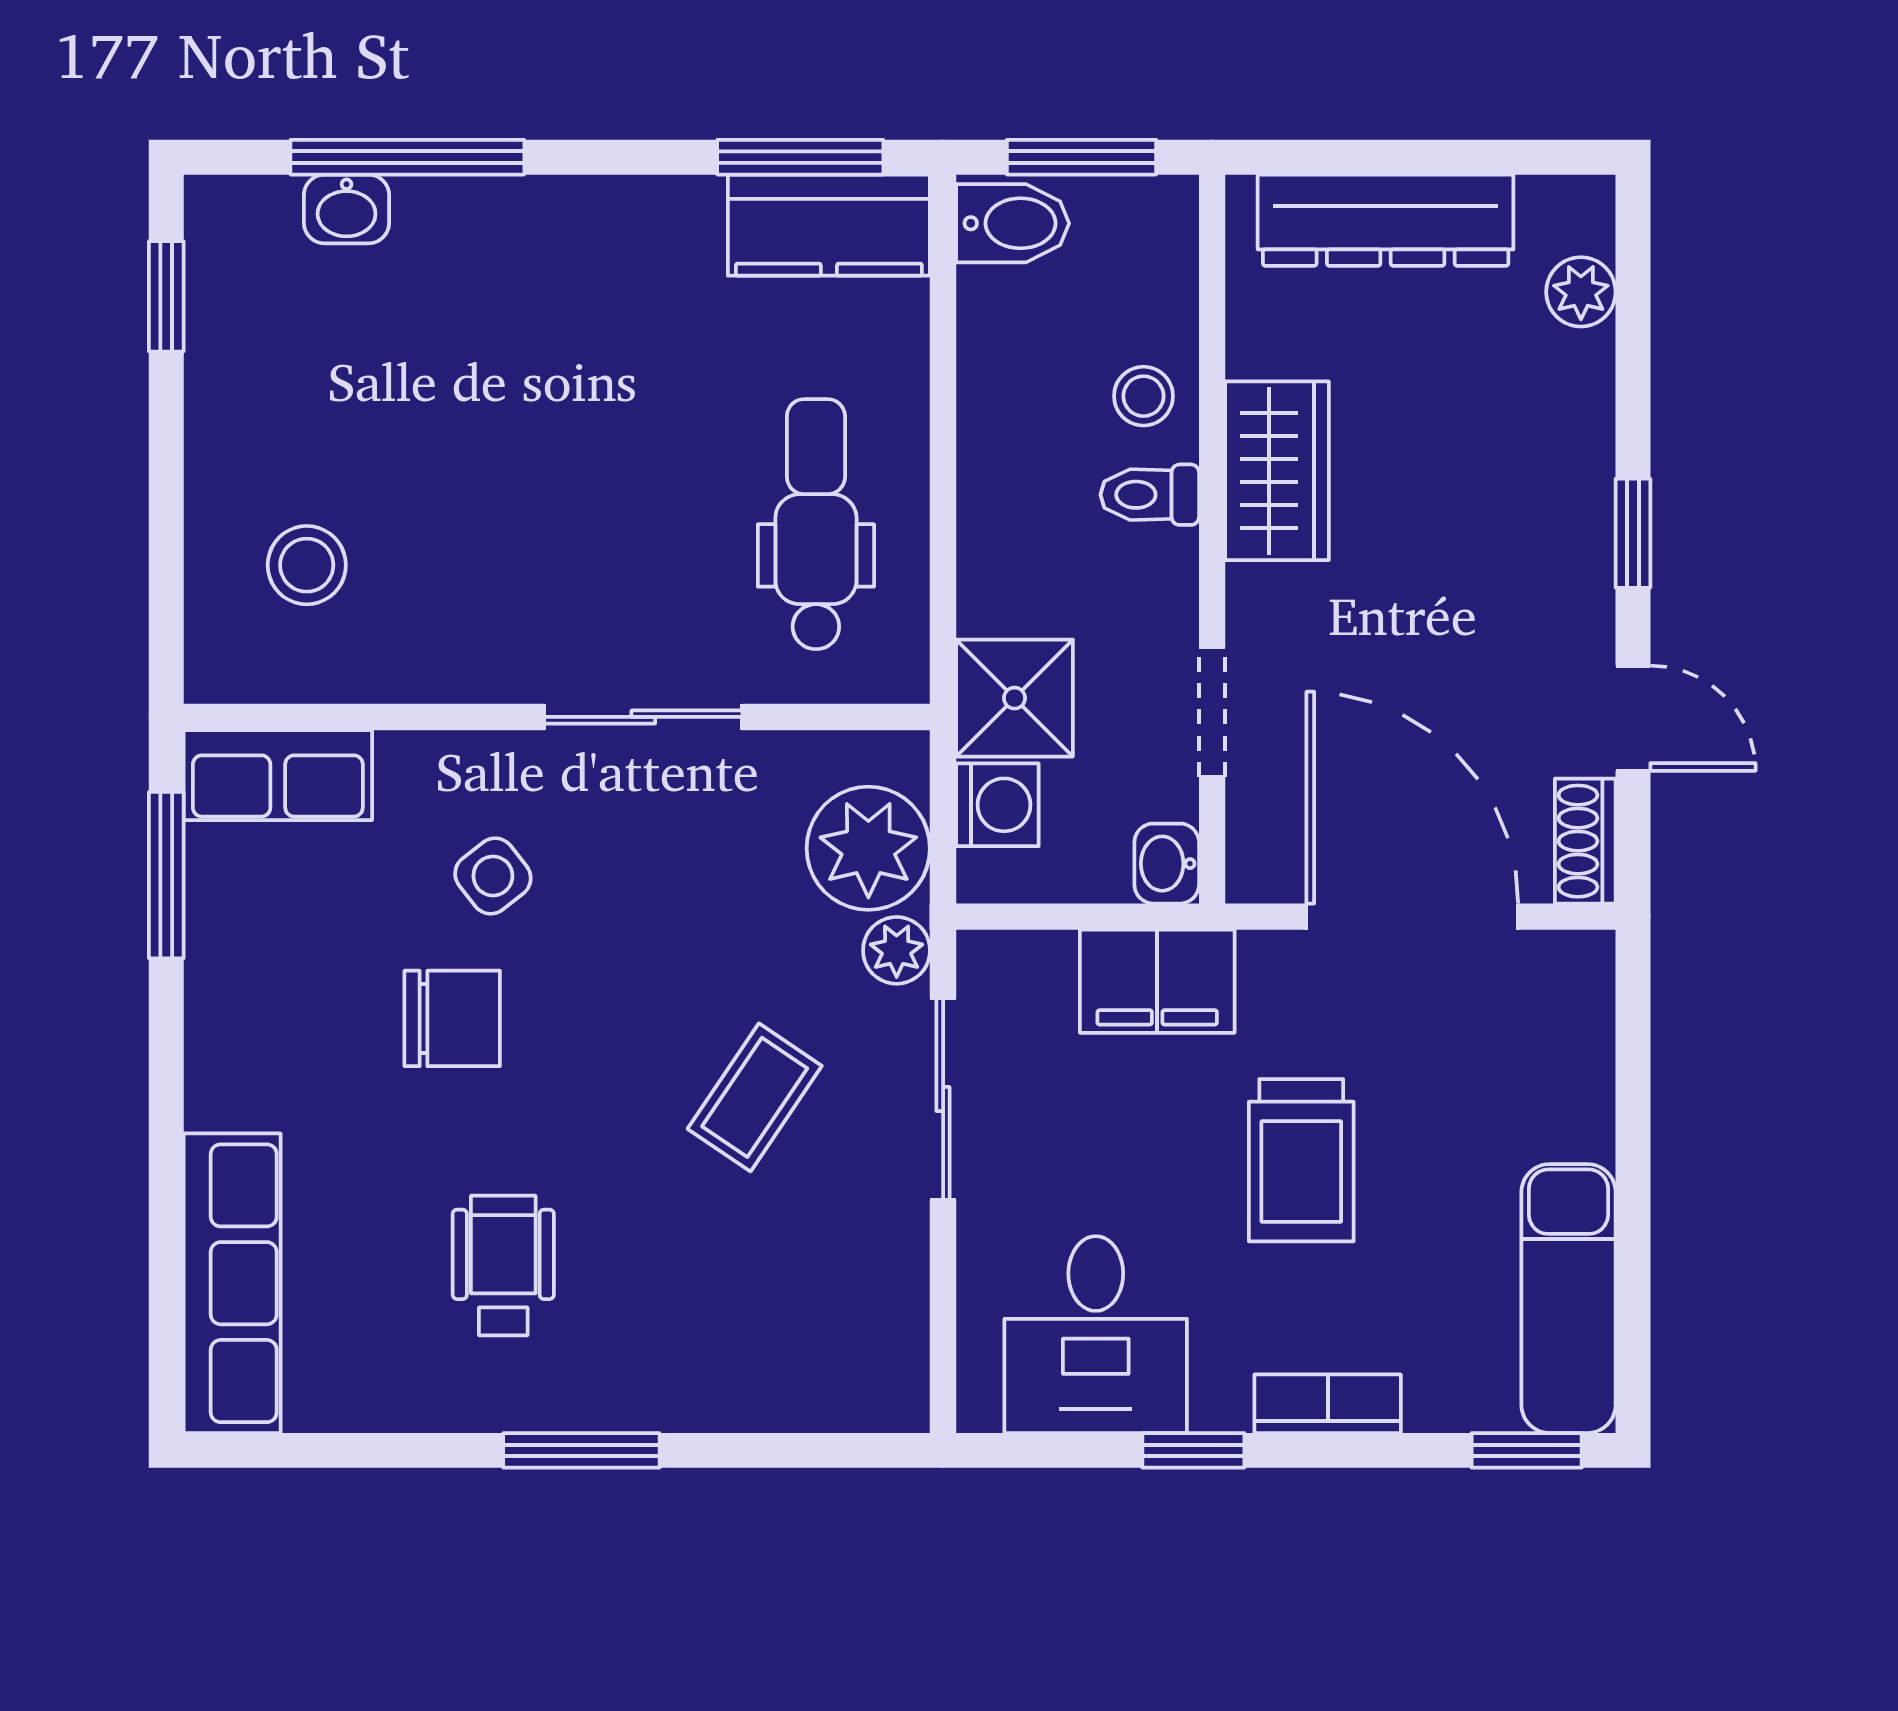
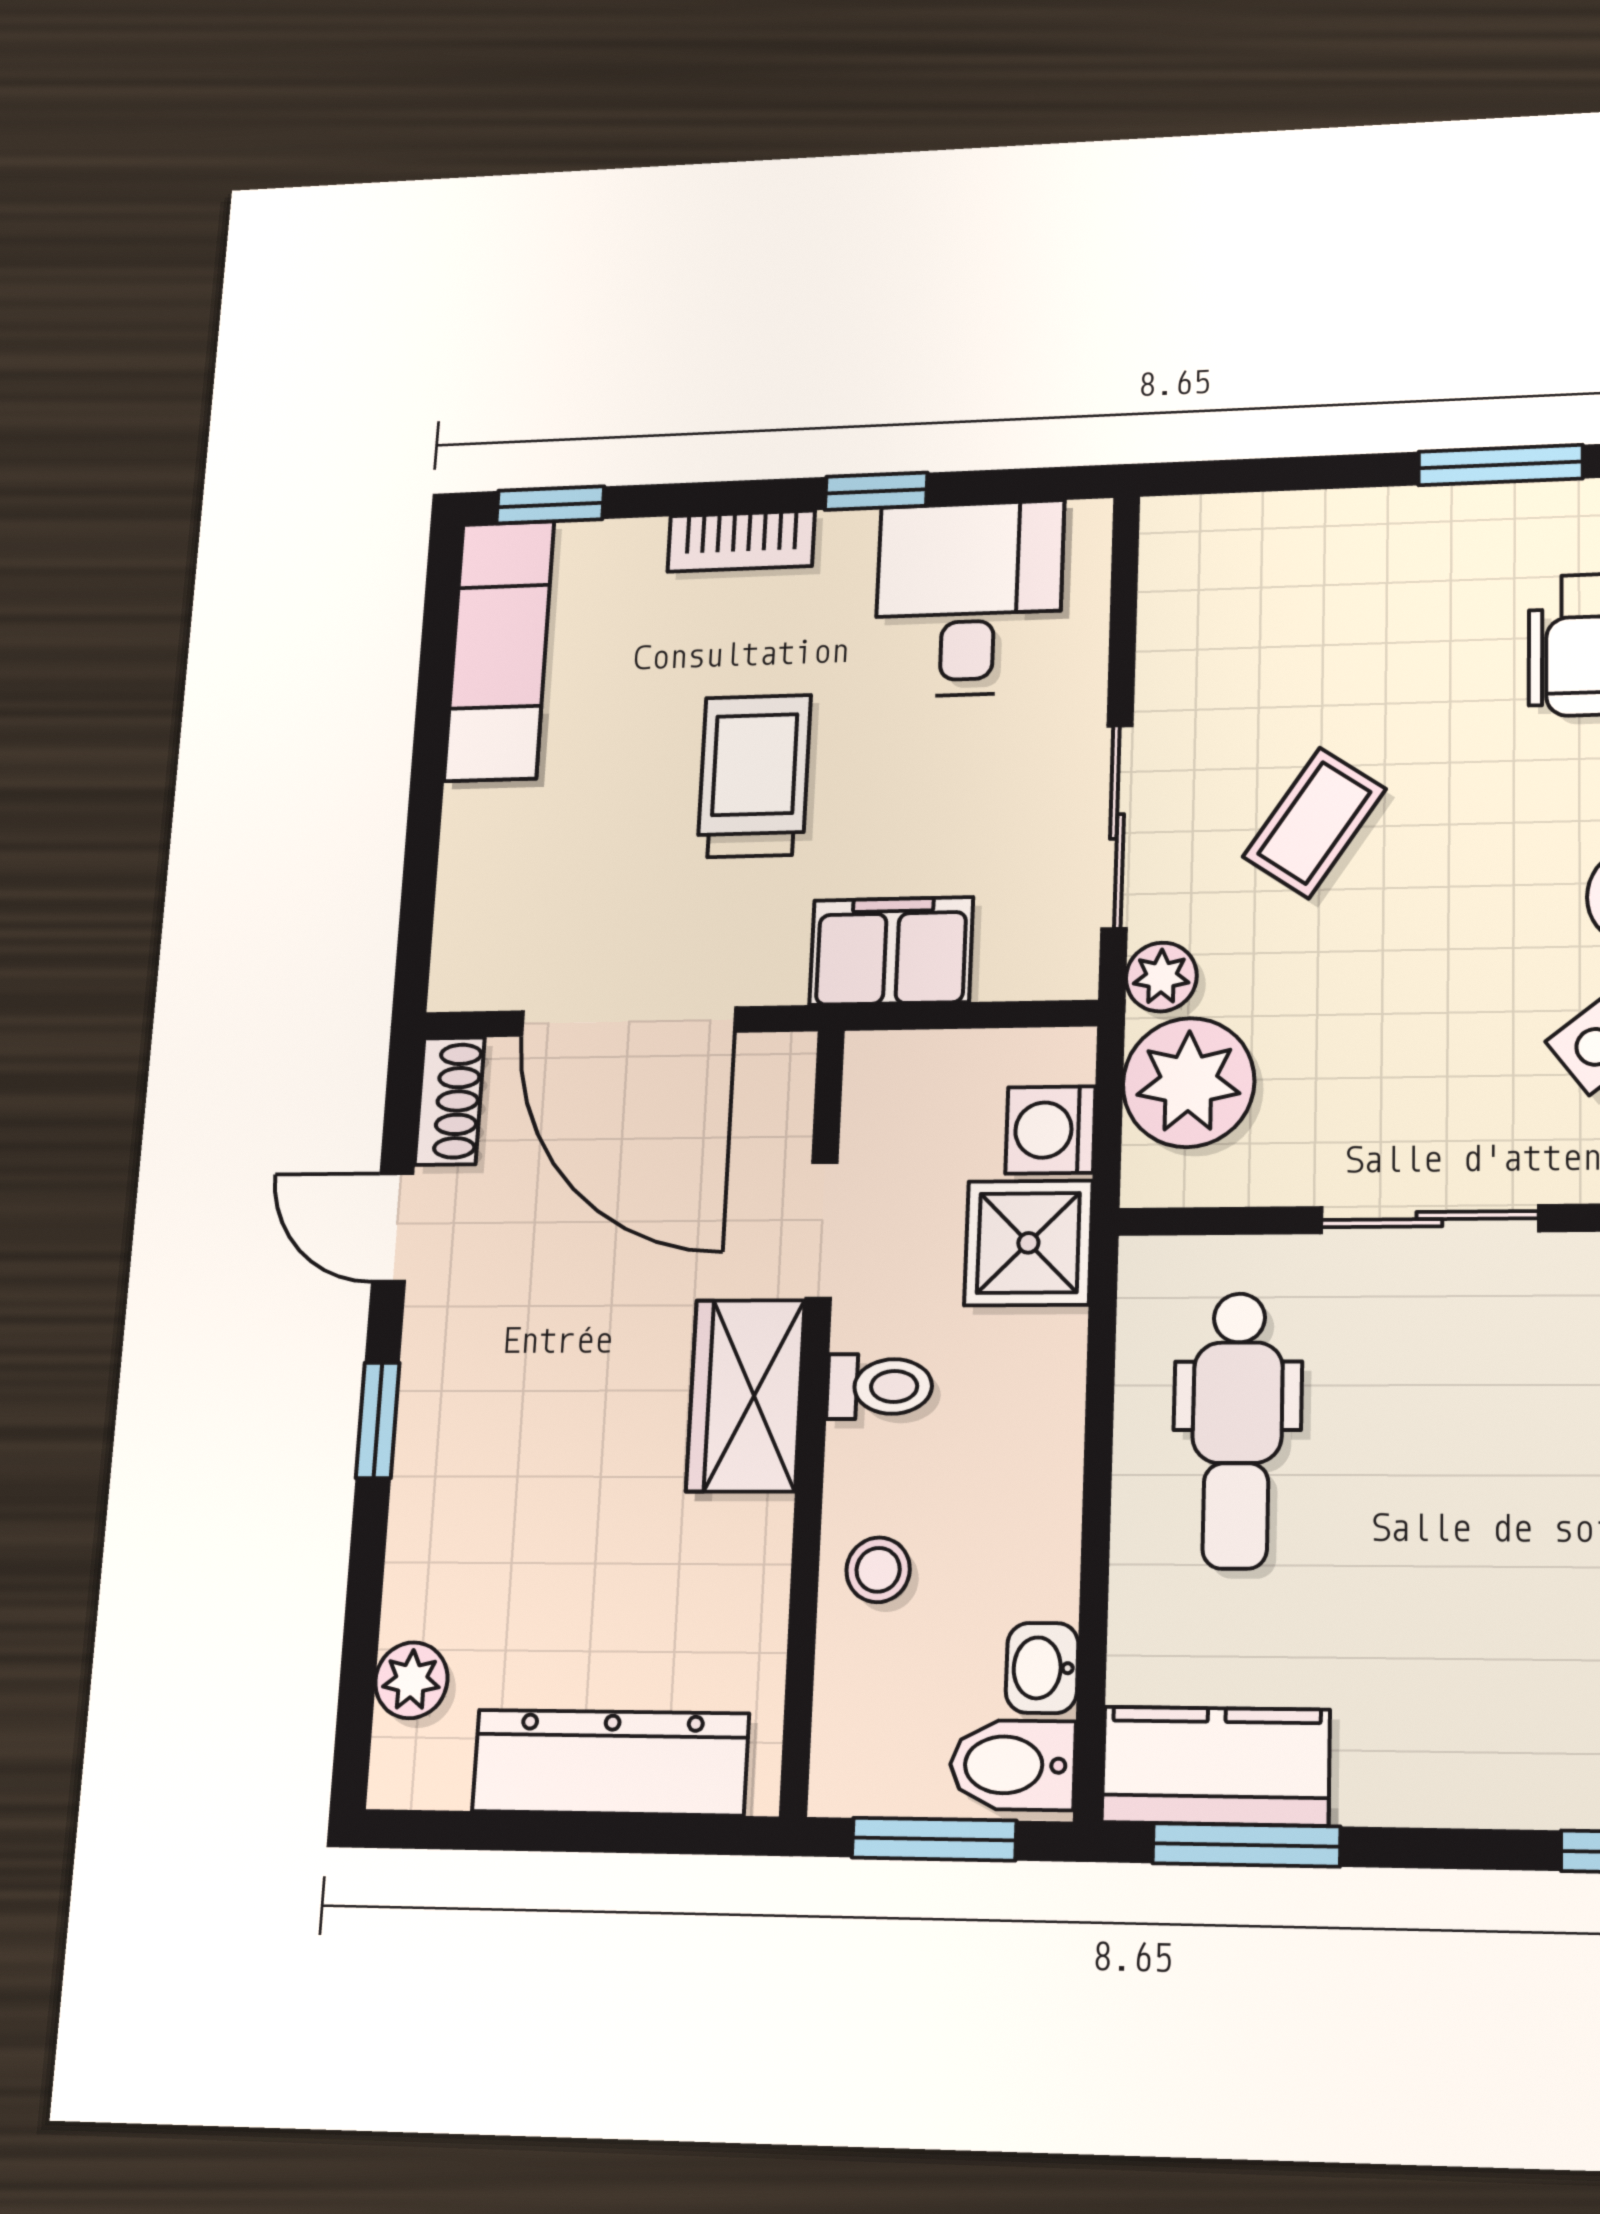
wardrobe: (1277, 471) -> (745, 1395), moved
toilet: (1150, 495) -> (880, 1386), moved
washbasin: (1167, 864) -> (1042, 1668), moved, turned 180

